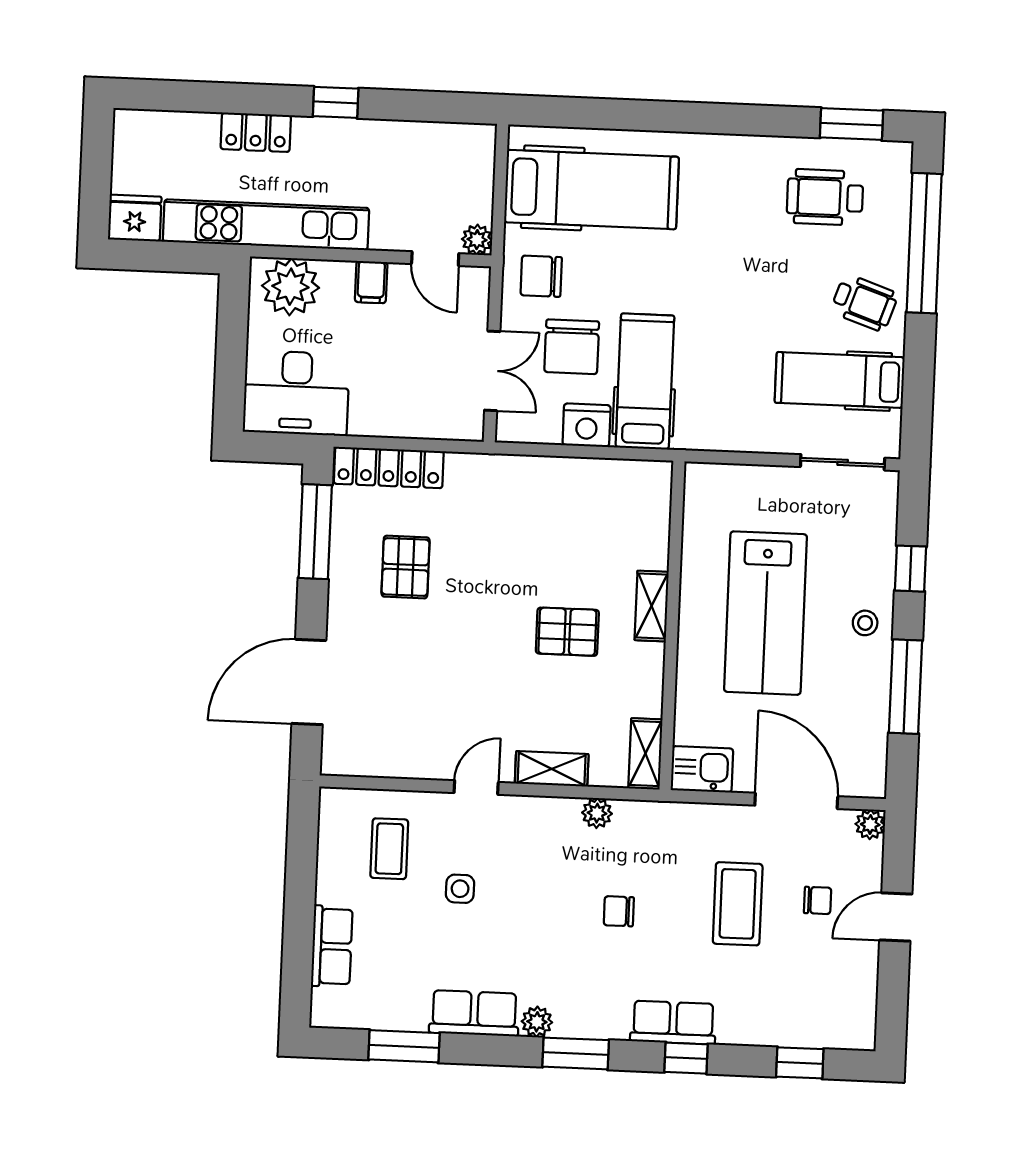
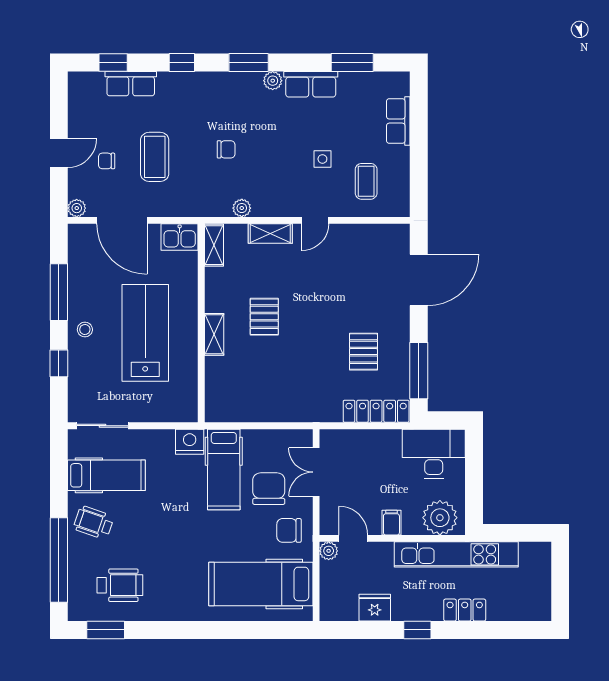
fridge: (135, 218) -> (375, 608), moved, turned 180
chair: (541, 276) -> (289, 530), turned 180
nightstand: (587, 425) -> (190, 442), moved
pallet: (567, 632) -> (264, 317), turned 90
row of seats: (673, 1023) -> (131, 84), moved

